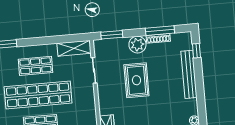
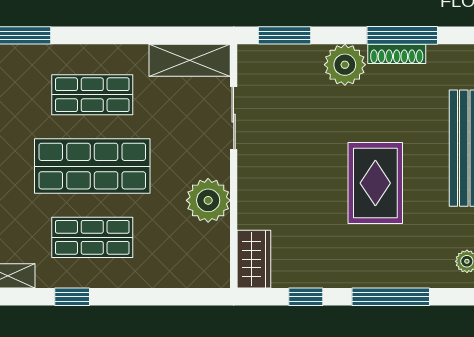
rug: (136, 80) -> (375, 183), moved
shop shelf: (38, 95) -> (92, 166), width x0.71
plant: (87, 105) -> (208, 200), added

